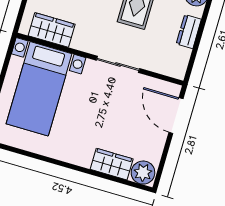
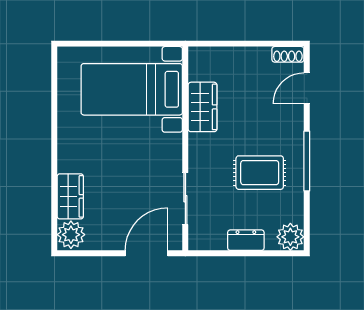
wardrobe: (52, 30) -> (203, 107), moved
sliding door: (118, 64) -> (185, 199), moved

